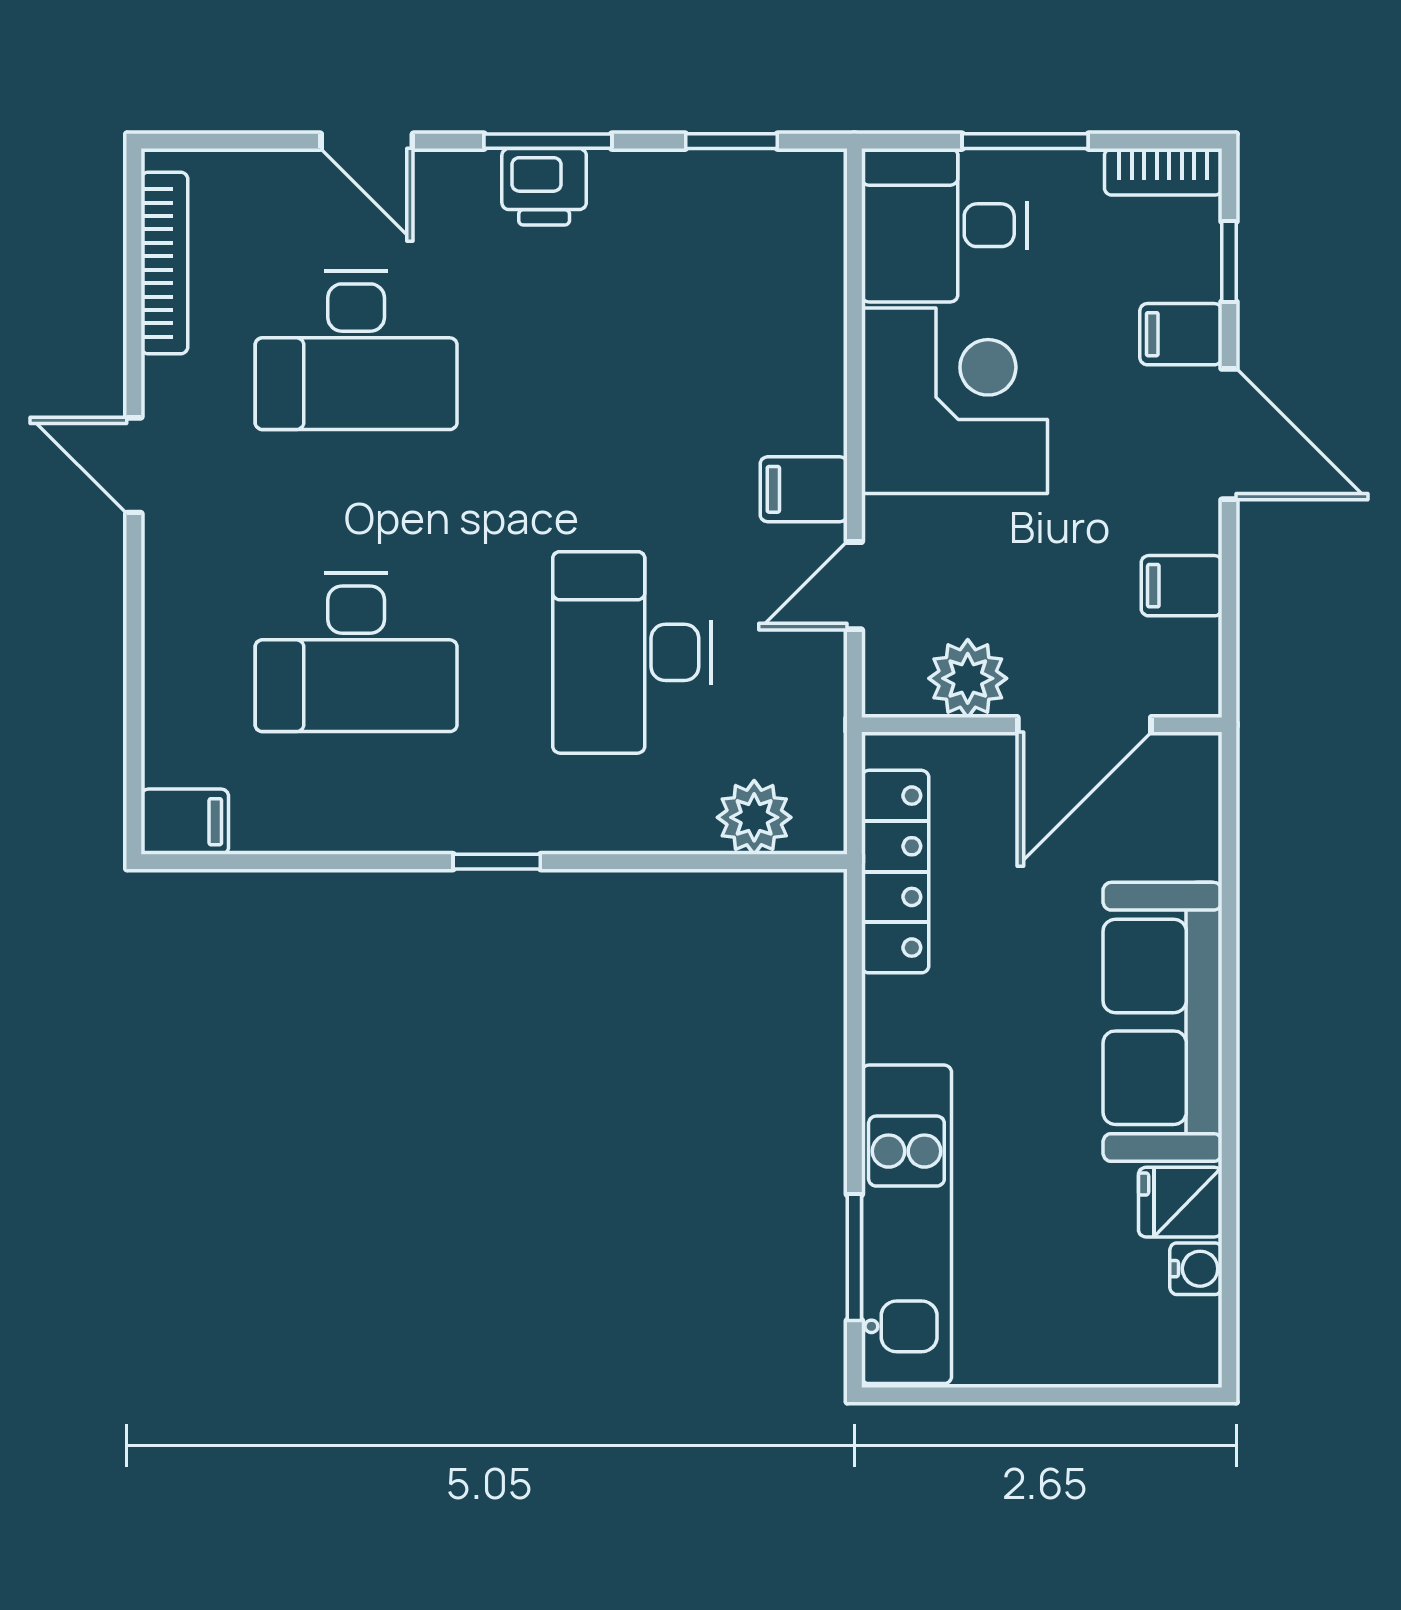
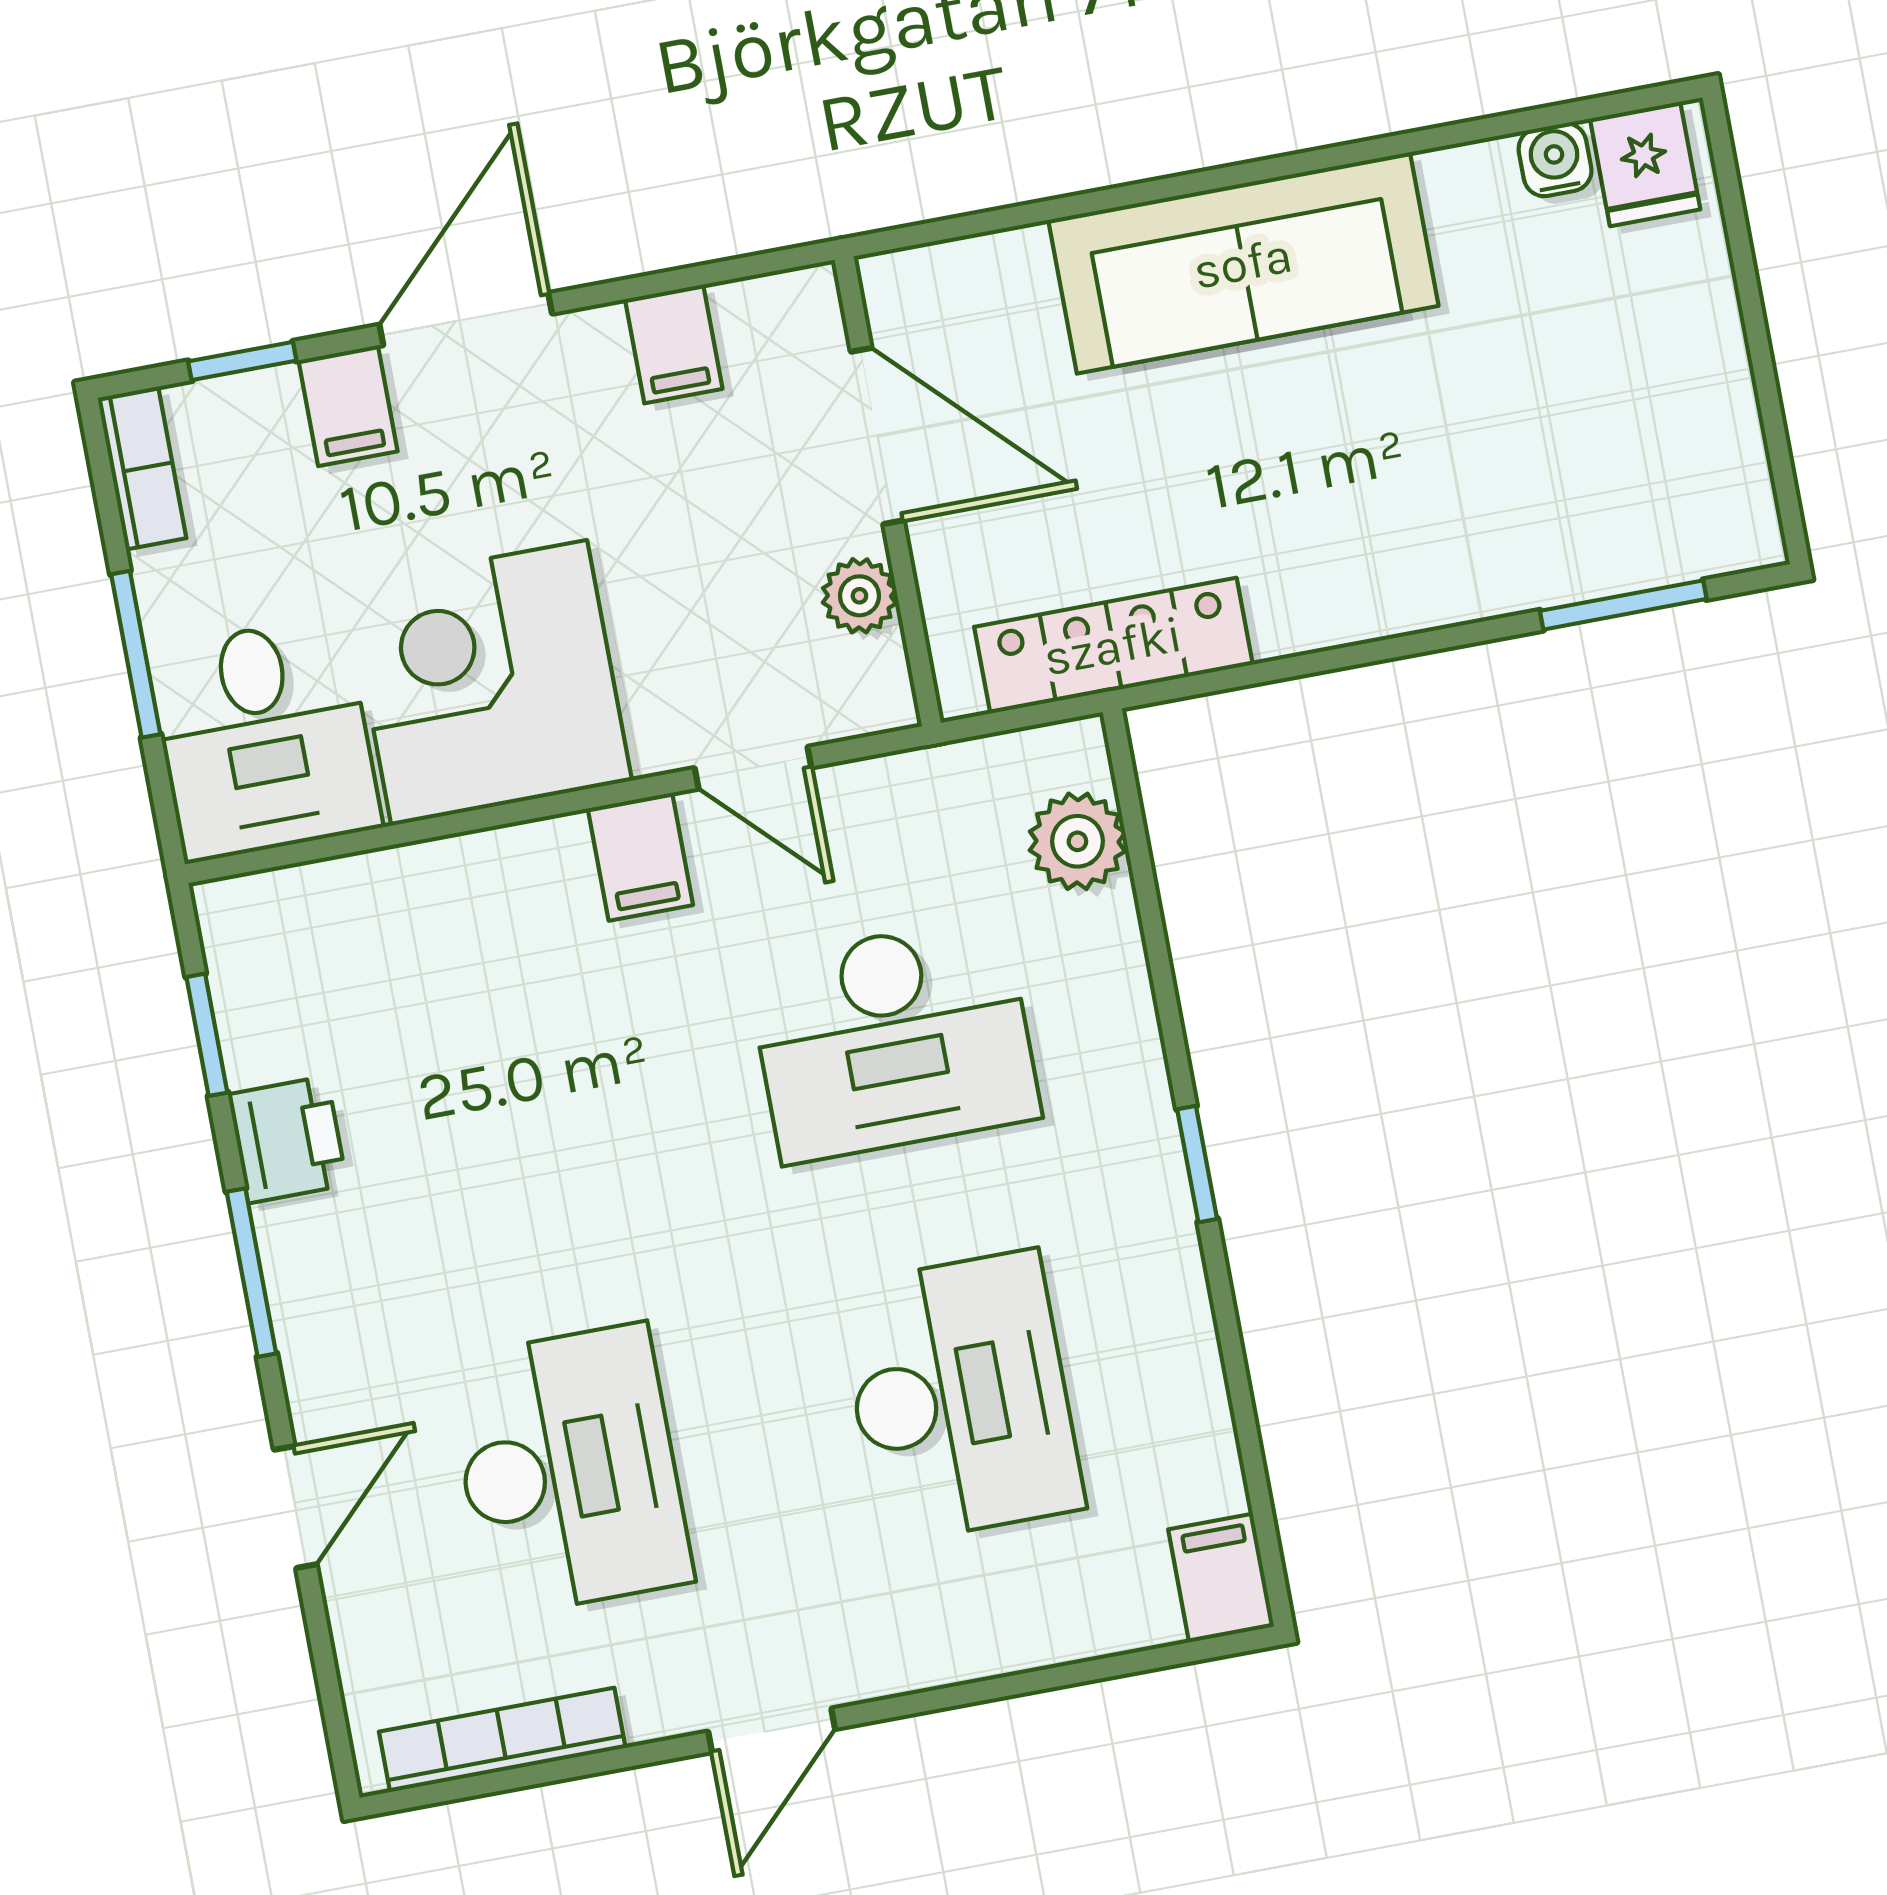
printer: (544, 187) -> (288, 1140), moved
plant: (968, 678) -> (859, 596), width x0.73, depth x0.73
fridge: (1180, 1202) -> (1645, 164), moved
kitchen unit: (906, 1224) -> (1568, 545), removed

